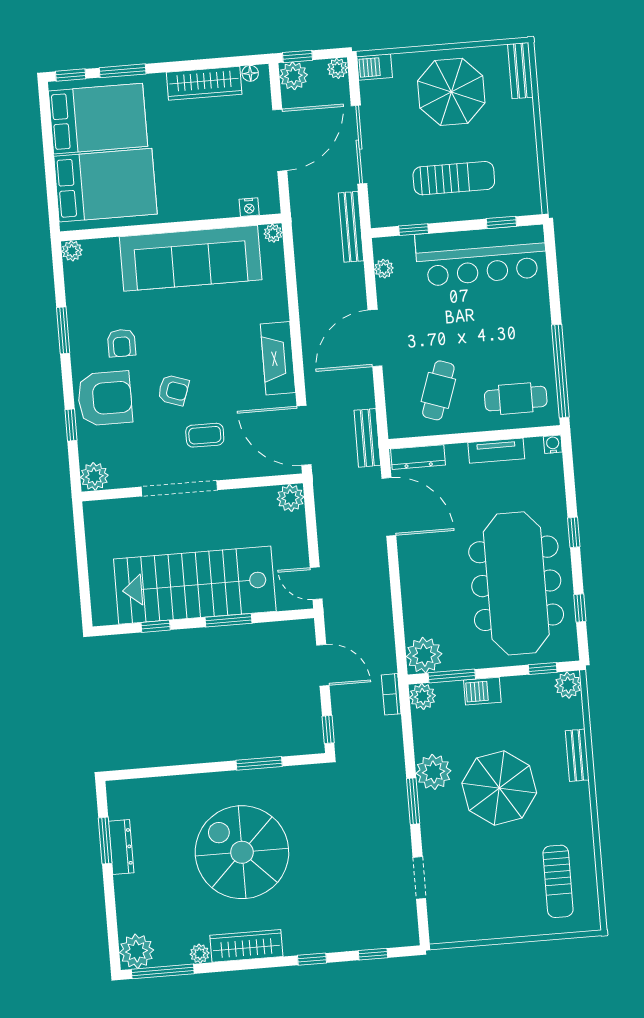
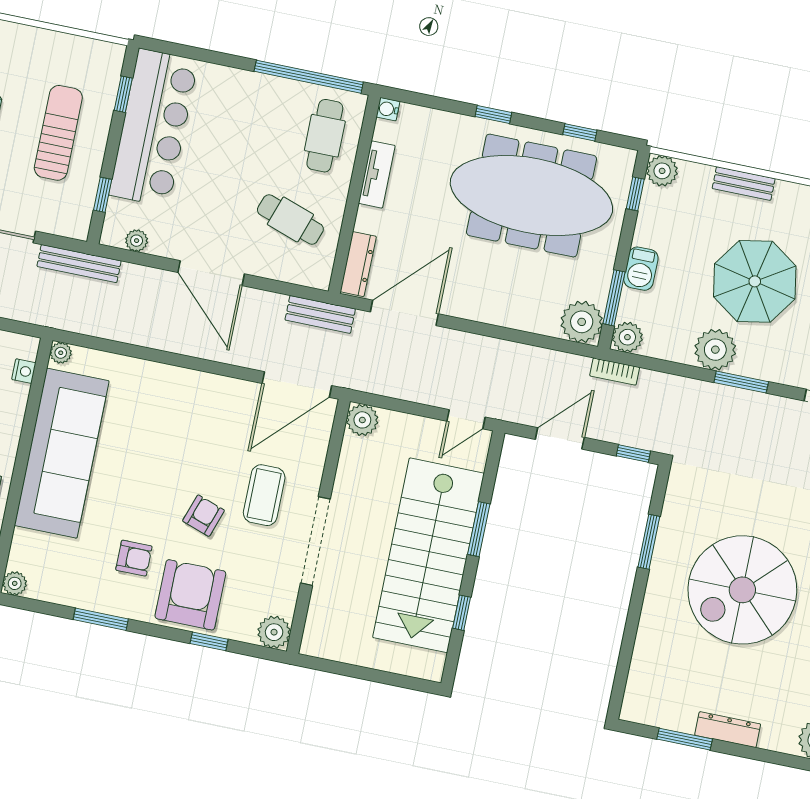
fireplace: (278, 358) -> (202, 388), removed
coffee table: (205, 435) -> (264, 495), width x1.36, depth x1.30
dresser: (121, 847) -> (728, 730), moved

